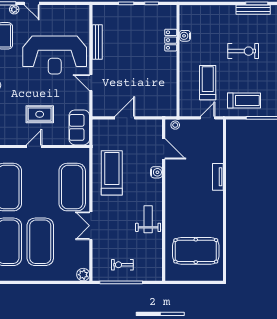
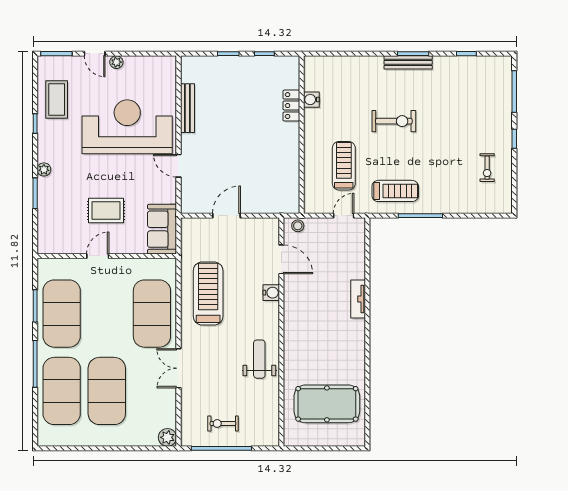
plant: (14, 9) -> (116, 62), moved
reception desk: (55, 55) -> (127, 127), turned 180

